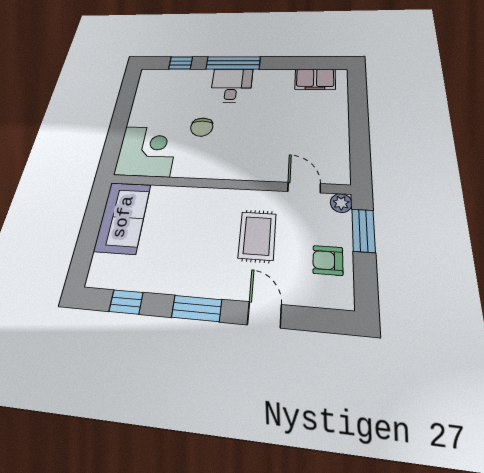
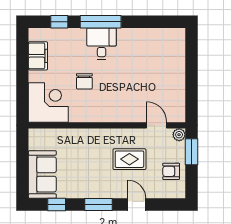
filing cabinet: (315, 79) -> (38, 56), moved, turned -90
sofa: (123, 217) -> (42, 174), moved
rug: (257, 236) -> (129, 159), turned 90

